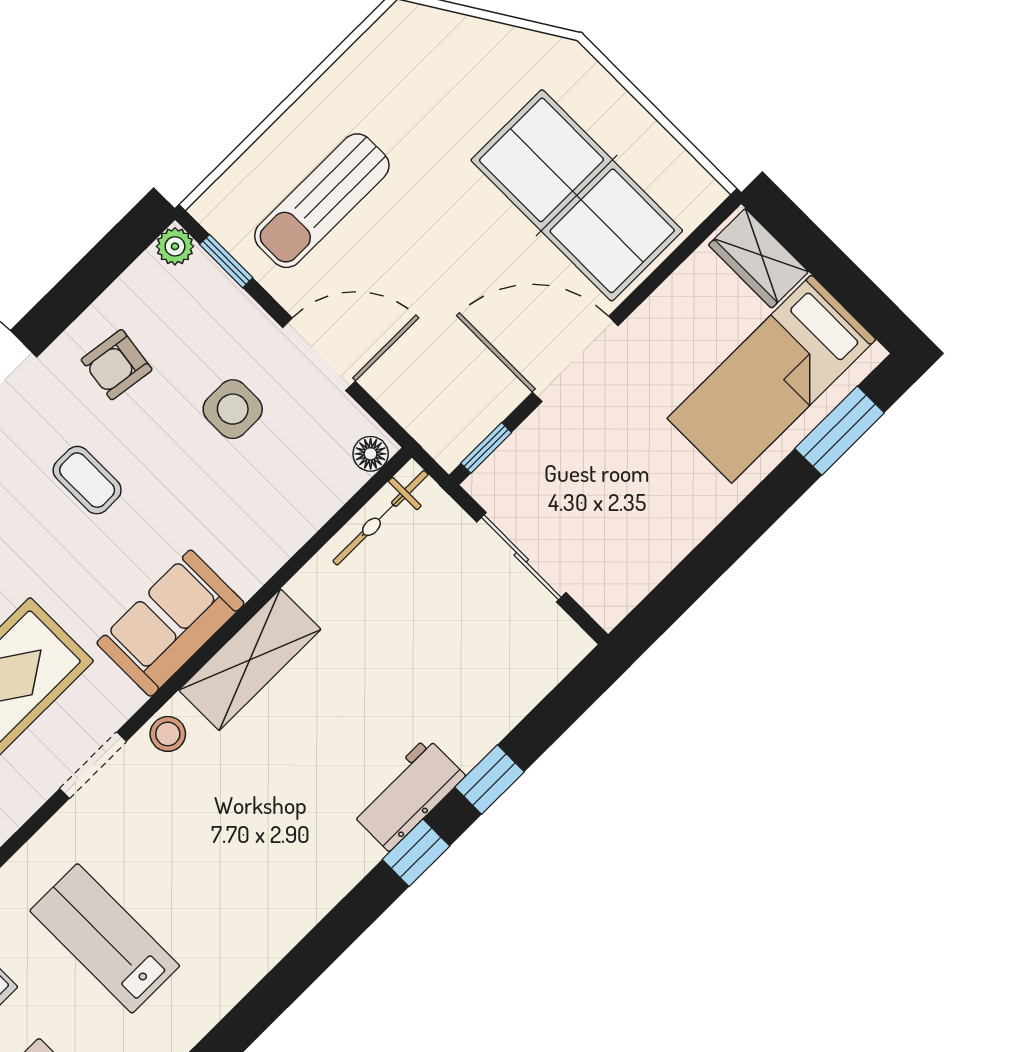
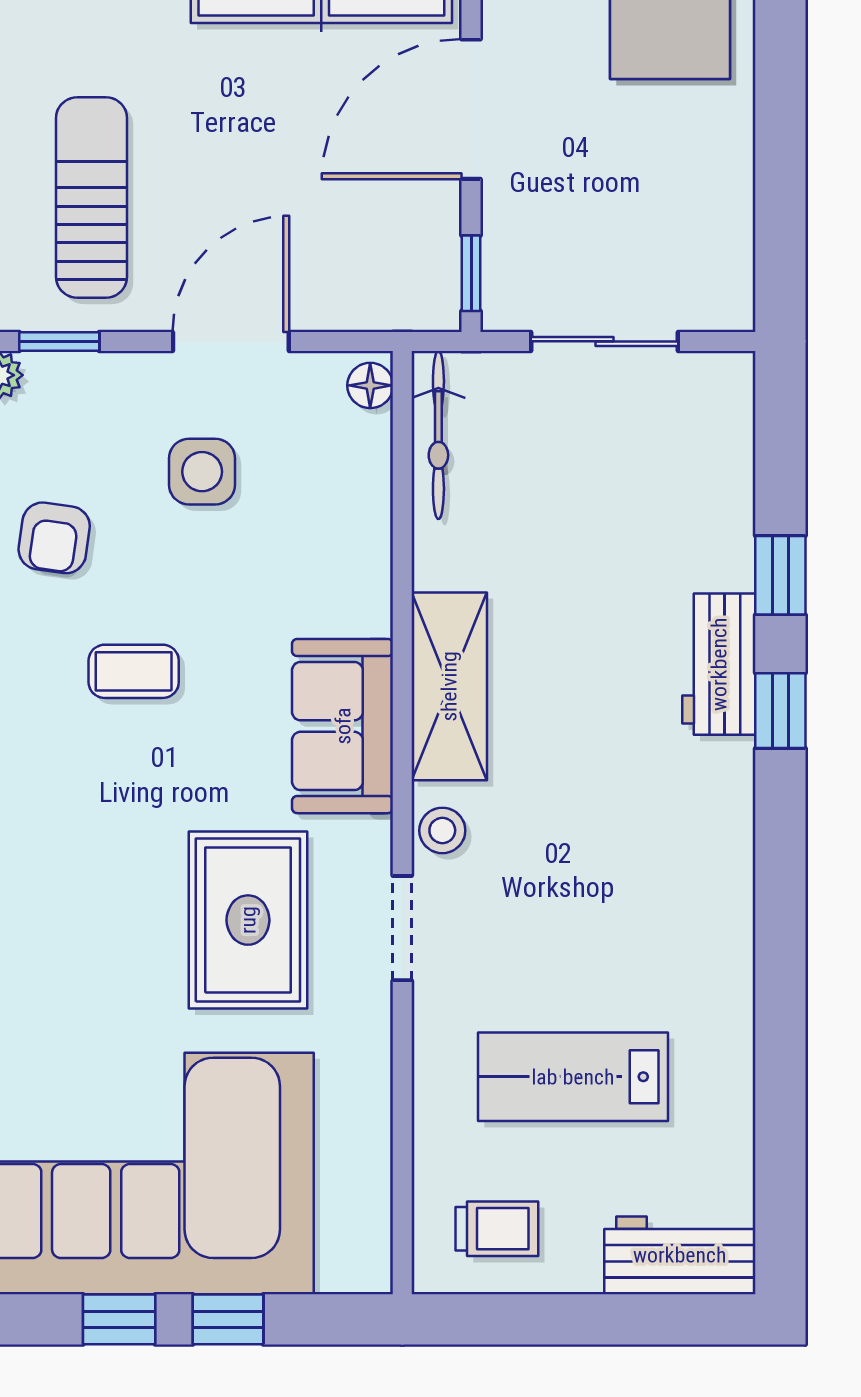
sun lounger: (322, 201) -> (92, 197), turned 180

